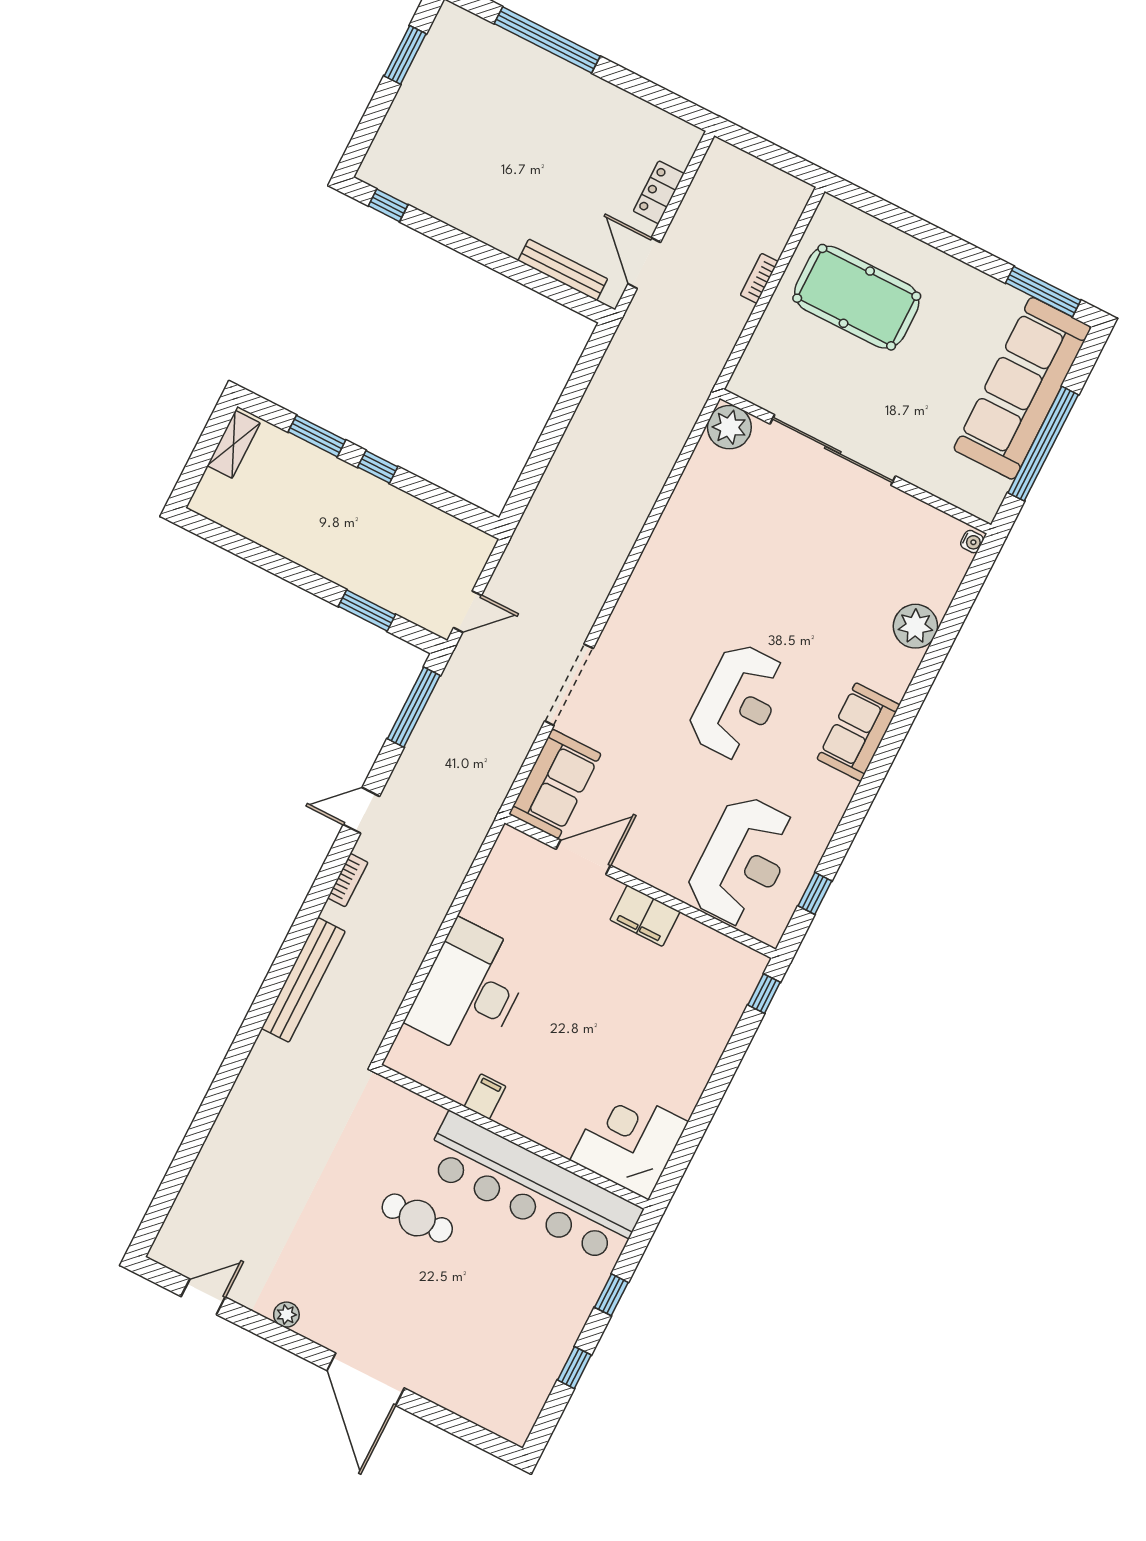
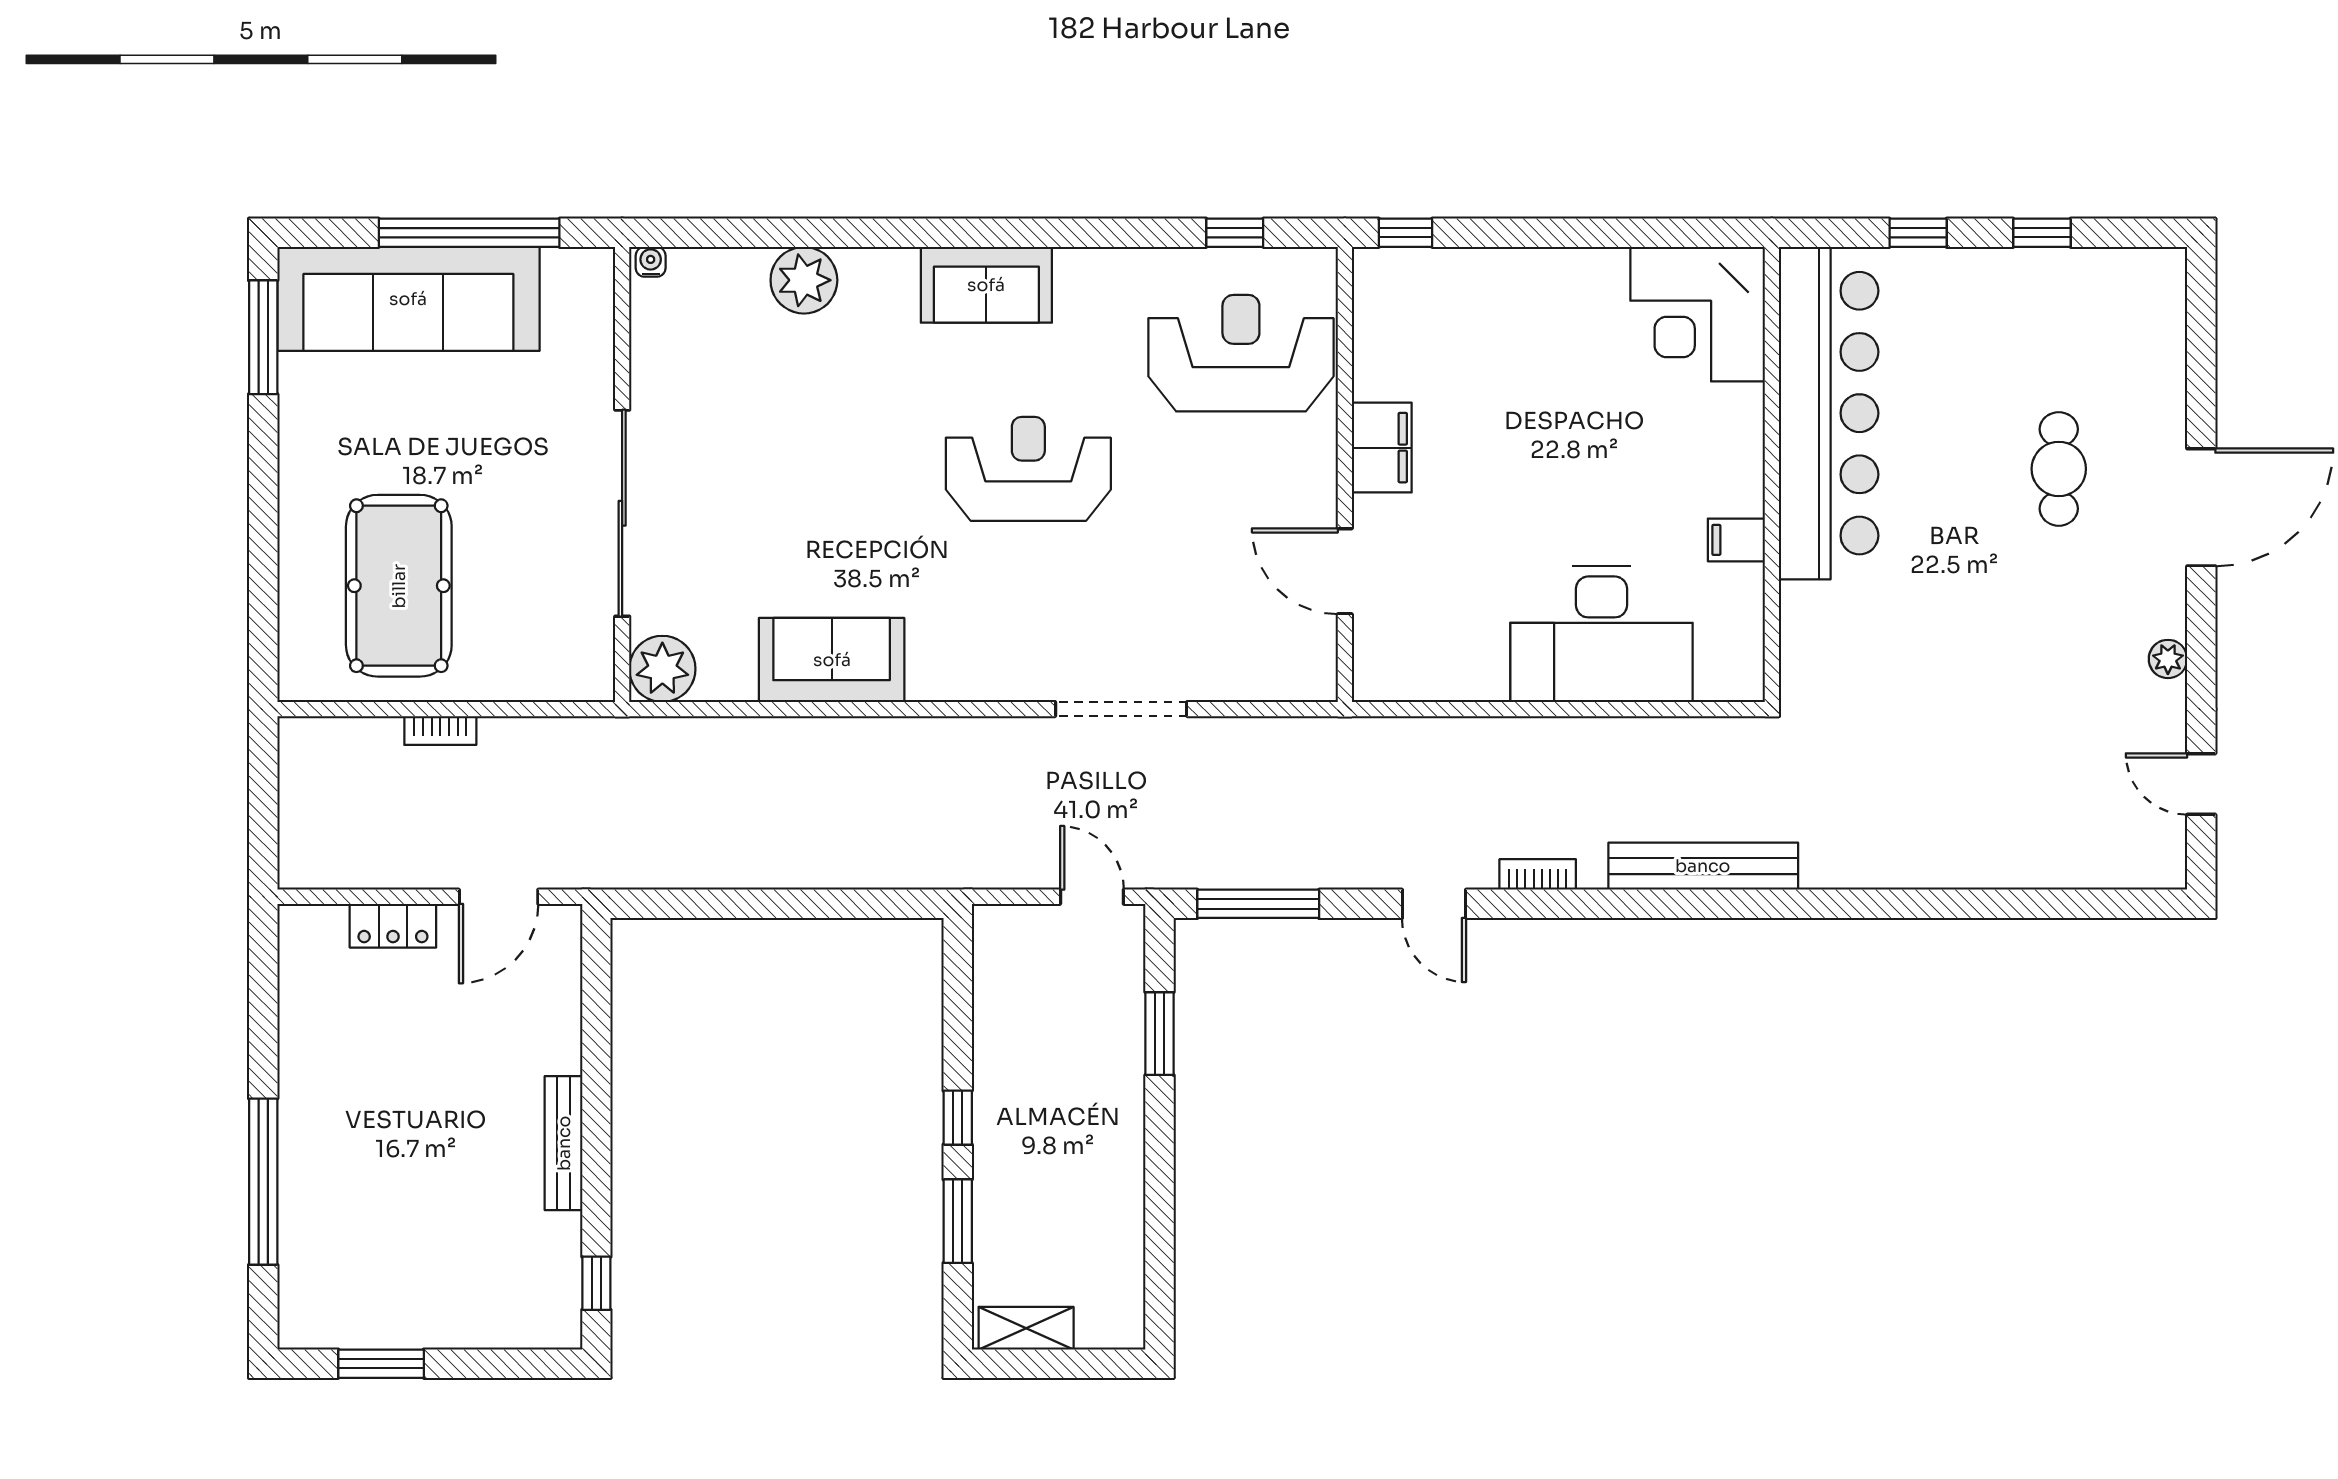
bench: (563, 270) -> (564, 1143), moved
sofa: (555, 784) -> (832, 660), moved
cafe table: (417, 1218) -> (2059, 469), moved

